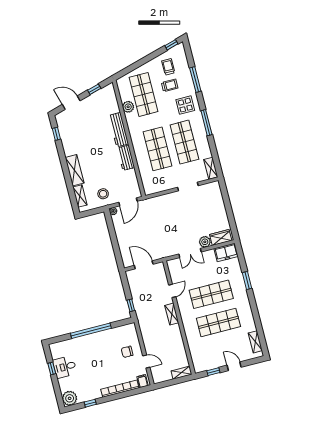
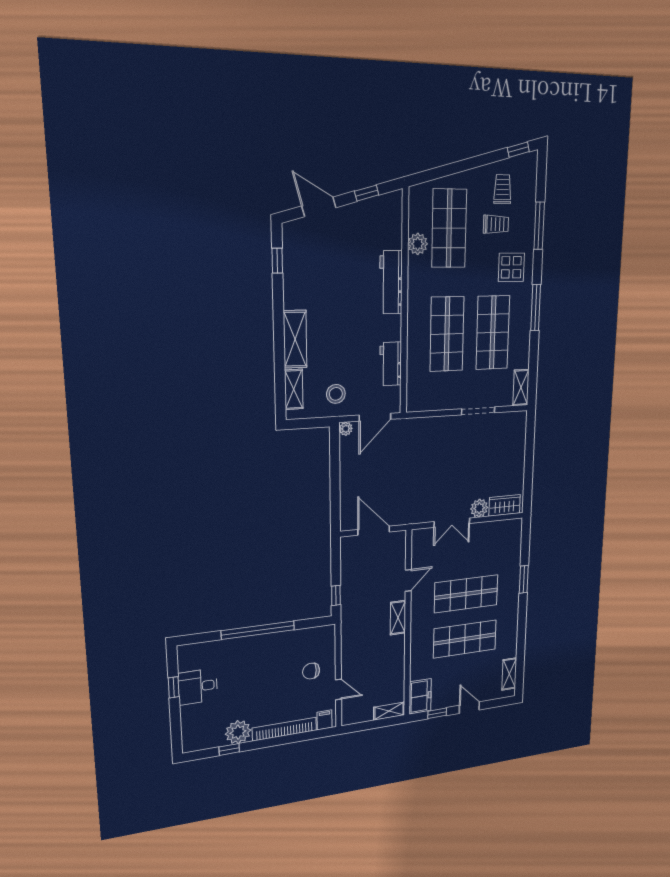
workbench: (126, 158) -> (391, 364), moved
freezer: (226, 252) -> (420, 696), moved, turned -90
plant: (70, 398) -> (238, 732), moved

